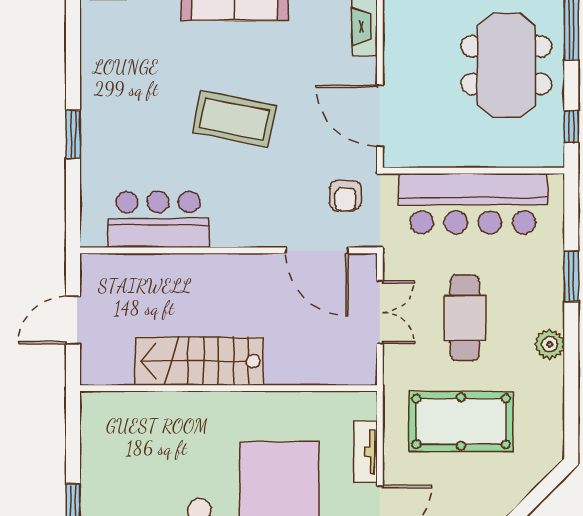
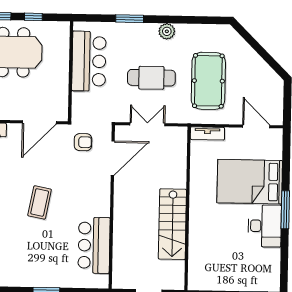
coffee table: (234, 119) -> (40, 202), width x0.73, depth x0.76
window: (571, 127) -> (33, 17), moved
bar counter: (473, 204) -> (89, 61), width x0.73
tv unit: (365, 452) -> (207, 133), moved

